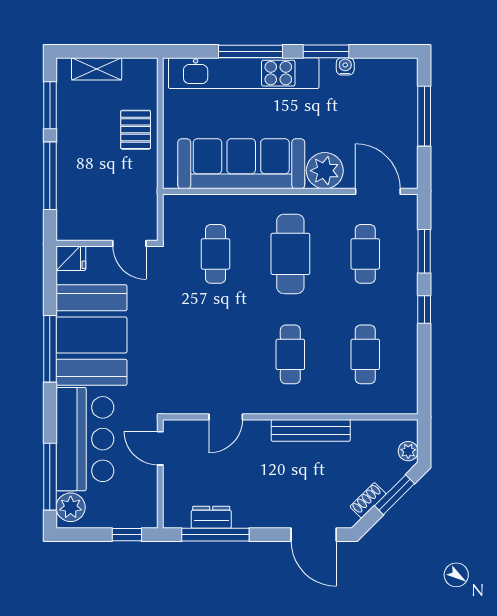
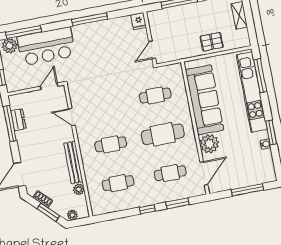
window: (251, 51) -> (260, 76), moved
booth: (91, 335) -> (101, 39), removed
plant: (363, 430) -> (79, 189), added

